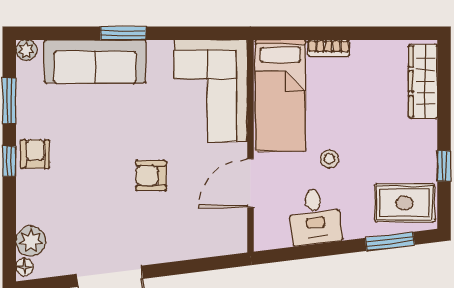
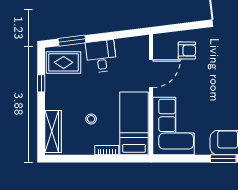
stool: (329, 159) -> (91, 119), moved
armchair: (151, 176) -> (187, 50), moved
desk: (315, 217) -> (101, 56), moved

